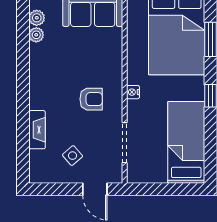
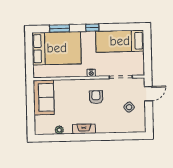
plant: (37, 18) -> (49, 130), removed
fireplace: (37, 130) -> (84, 129), moved

